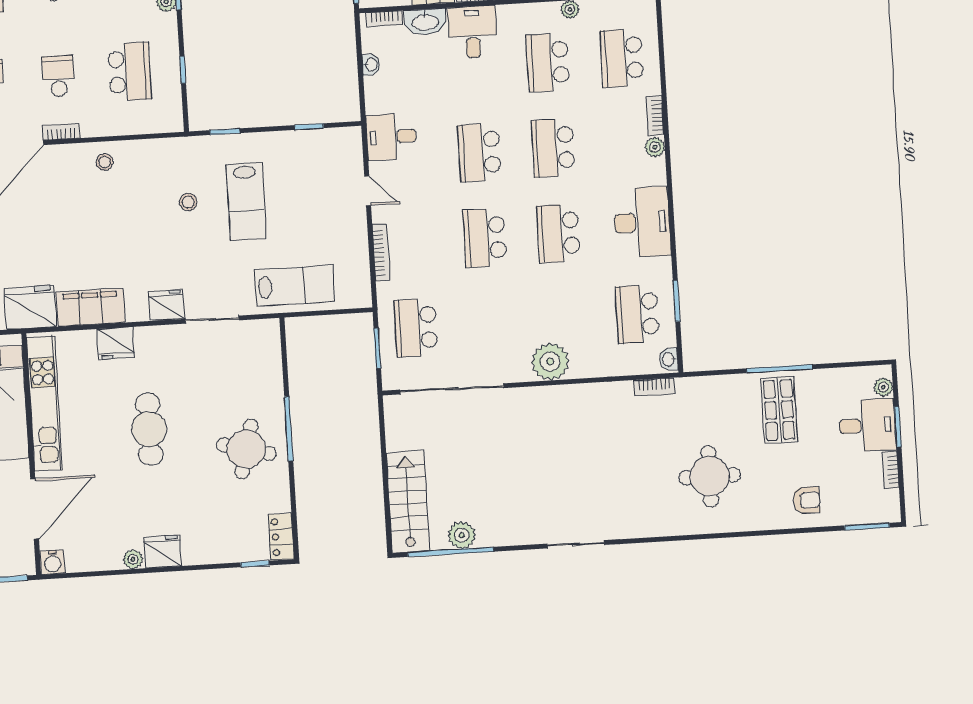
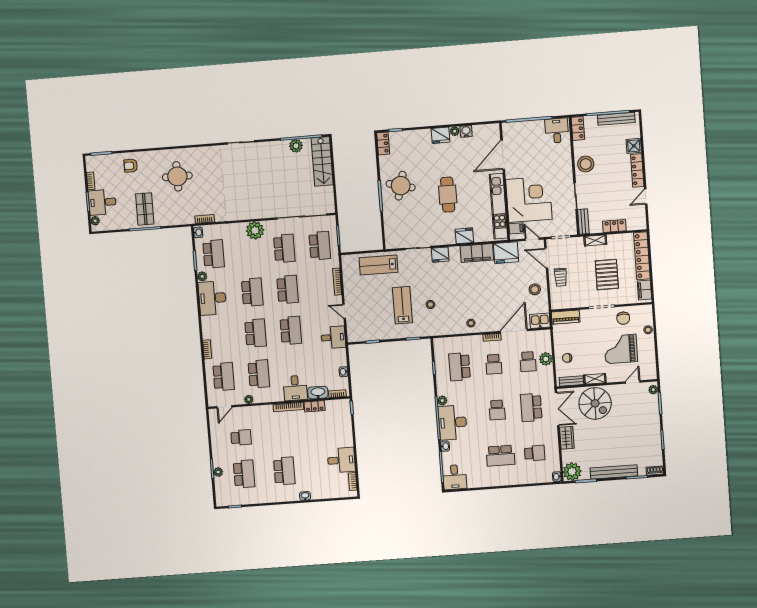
plant: (655, 147) -> (202, 276), moved
school desk: (490, 323) -> (284, 248), added
water cooler: (53, 562) -> (466, 131), moved

